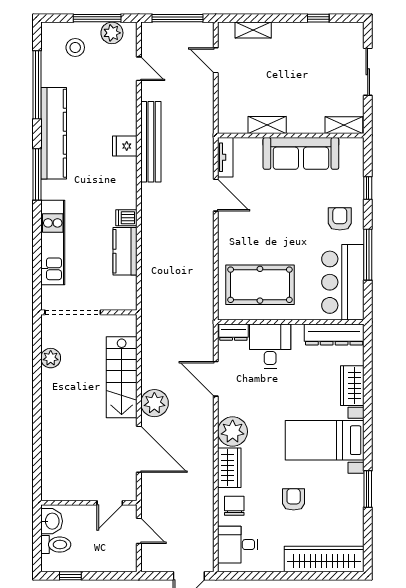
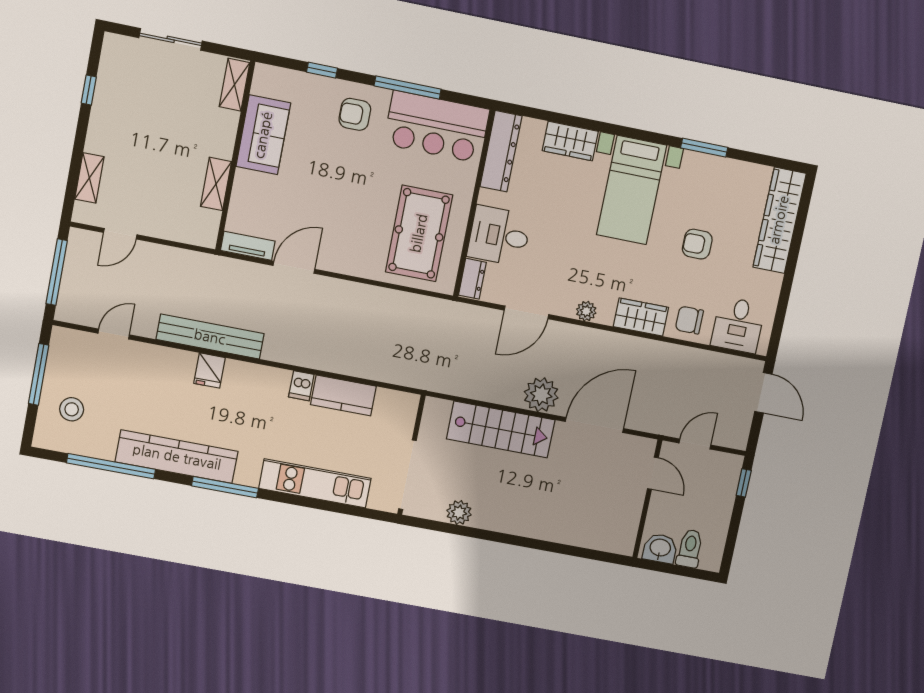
plant: (112, 33) -> (61, 359), removed
sofa: (301, 153) -> (263, 135), width x0.73
plant: (233, 432) -> (586, 311), width x0.53, depth x0.53
window: (70, 576) -> (744, 483), moved

